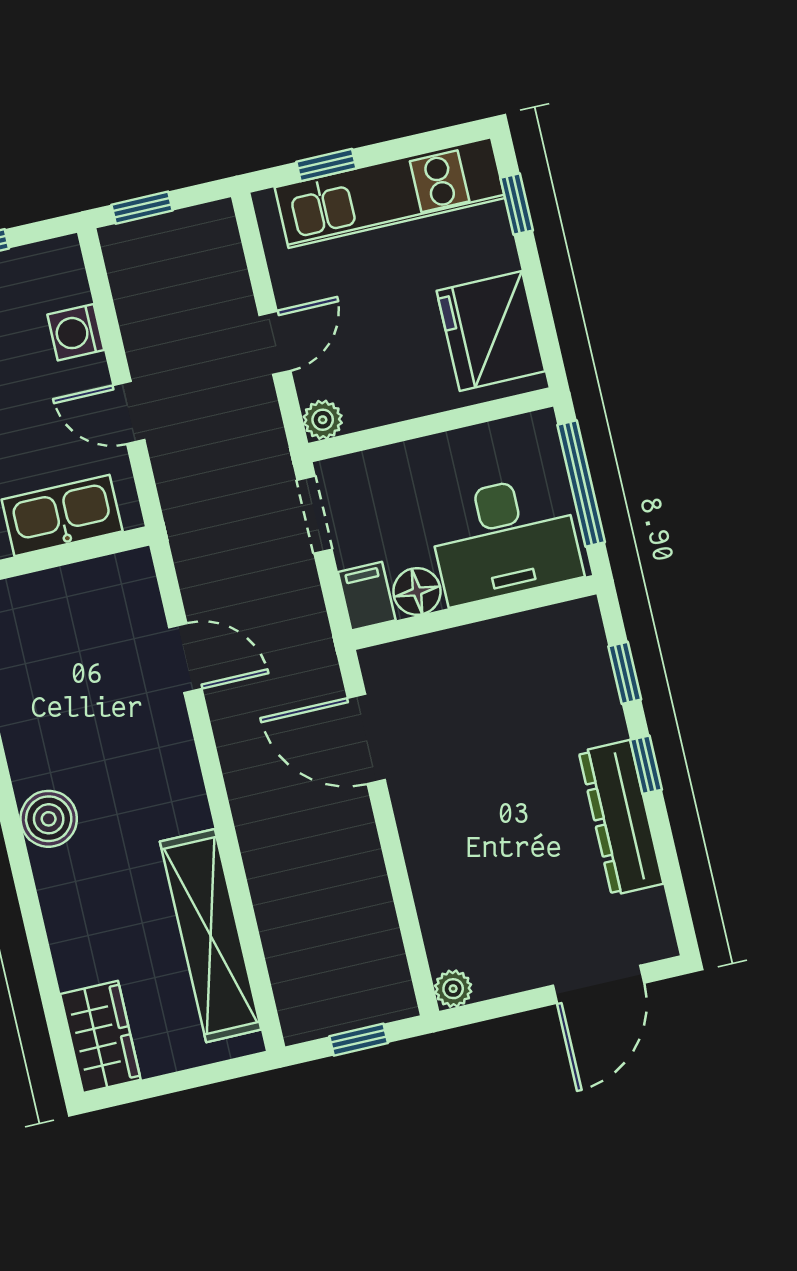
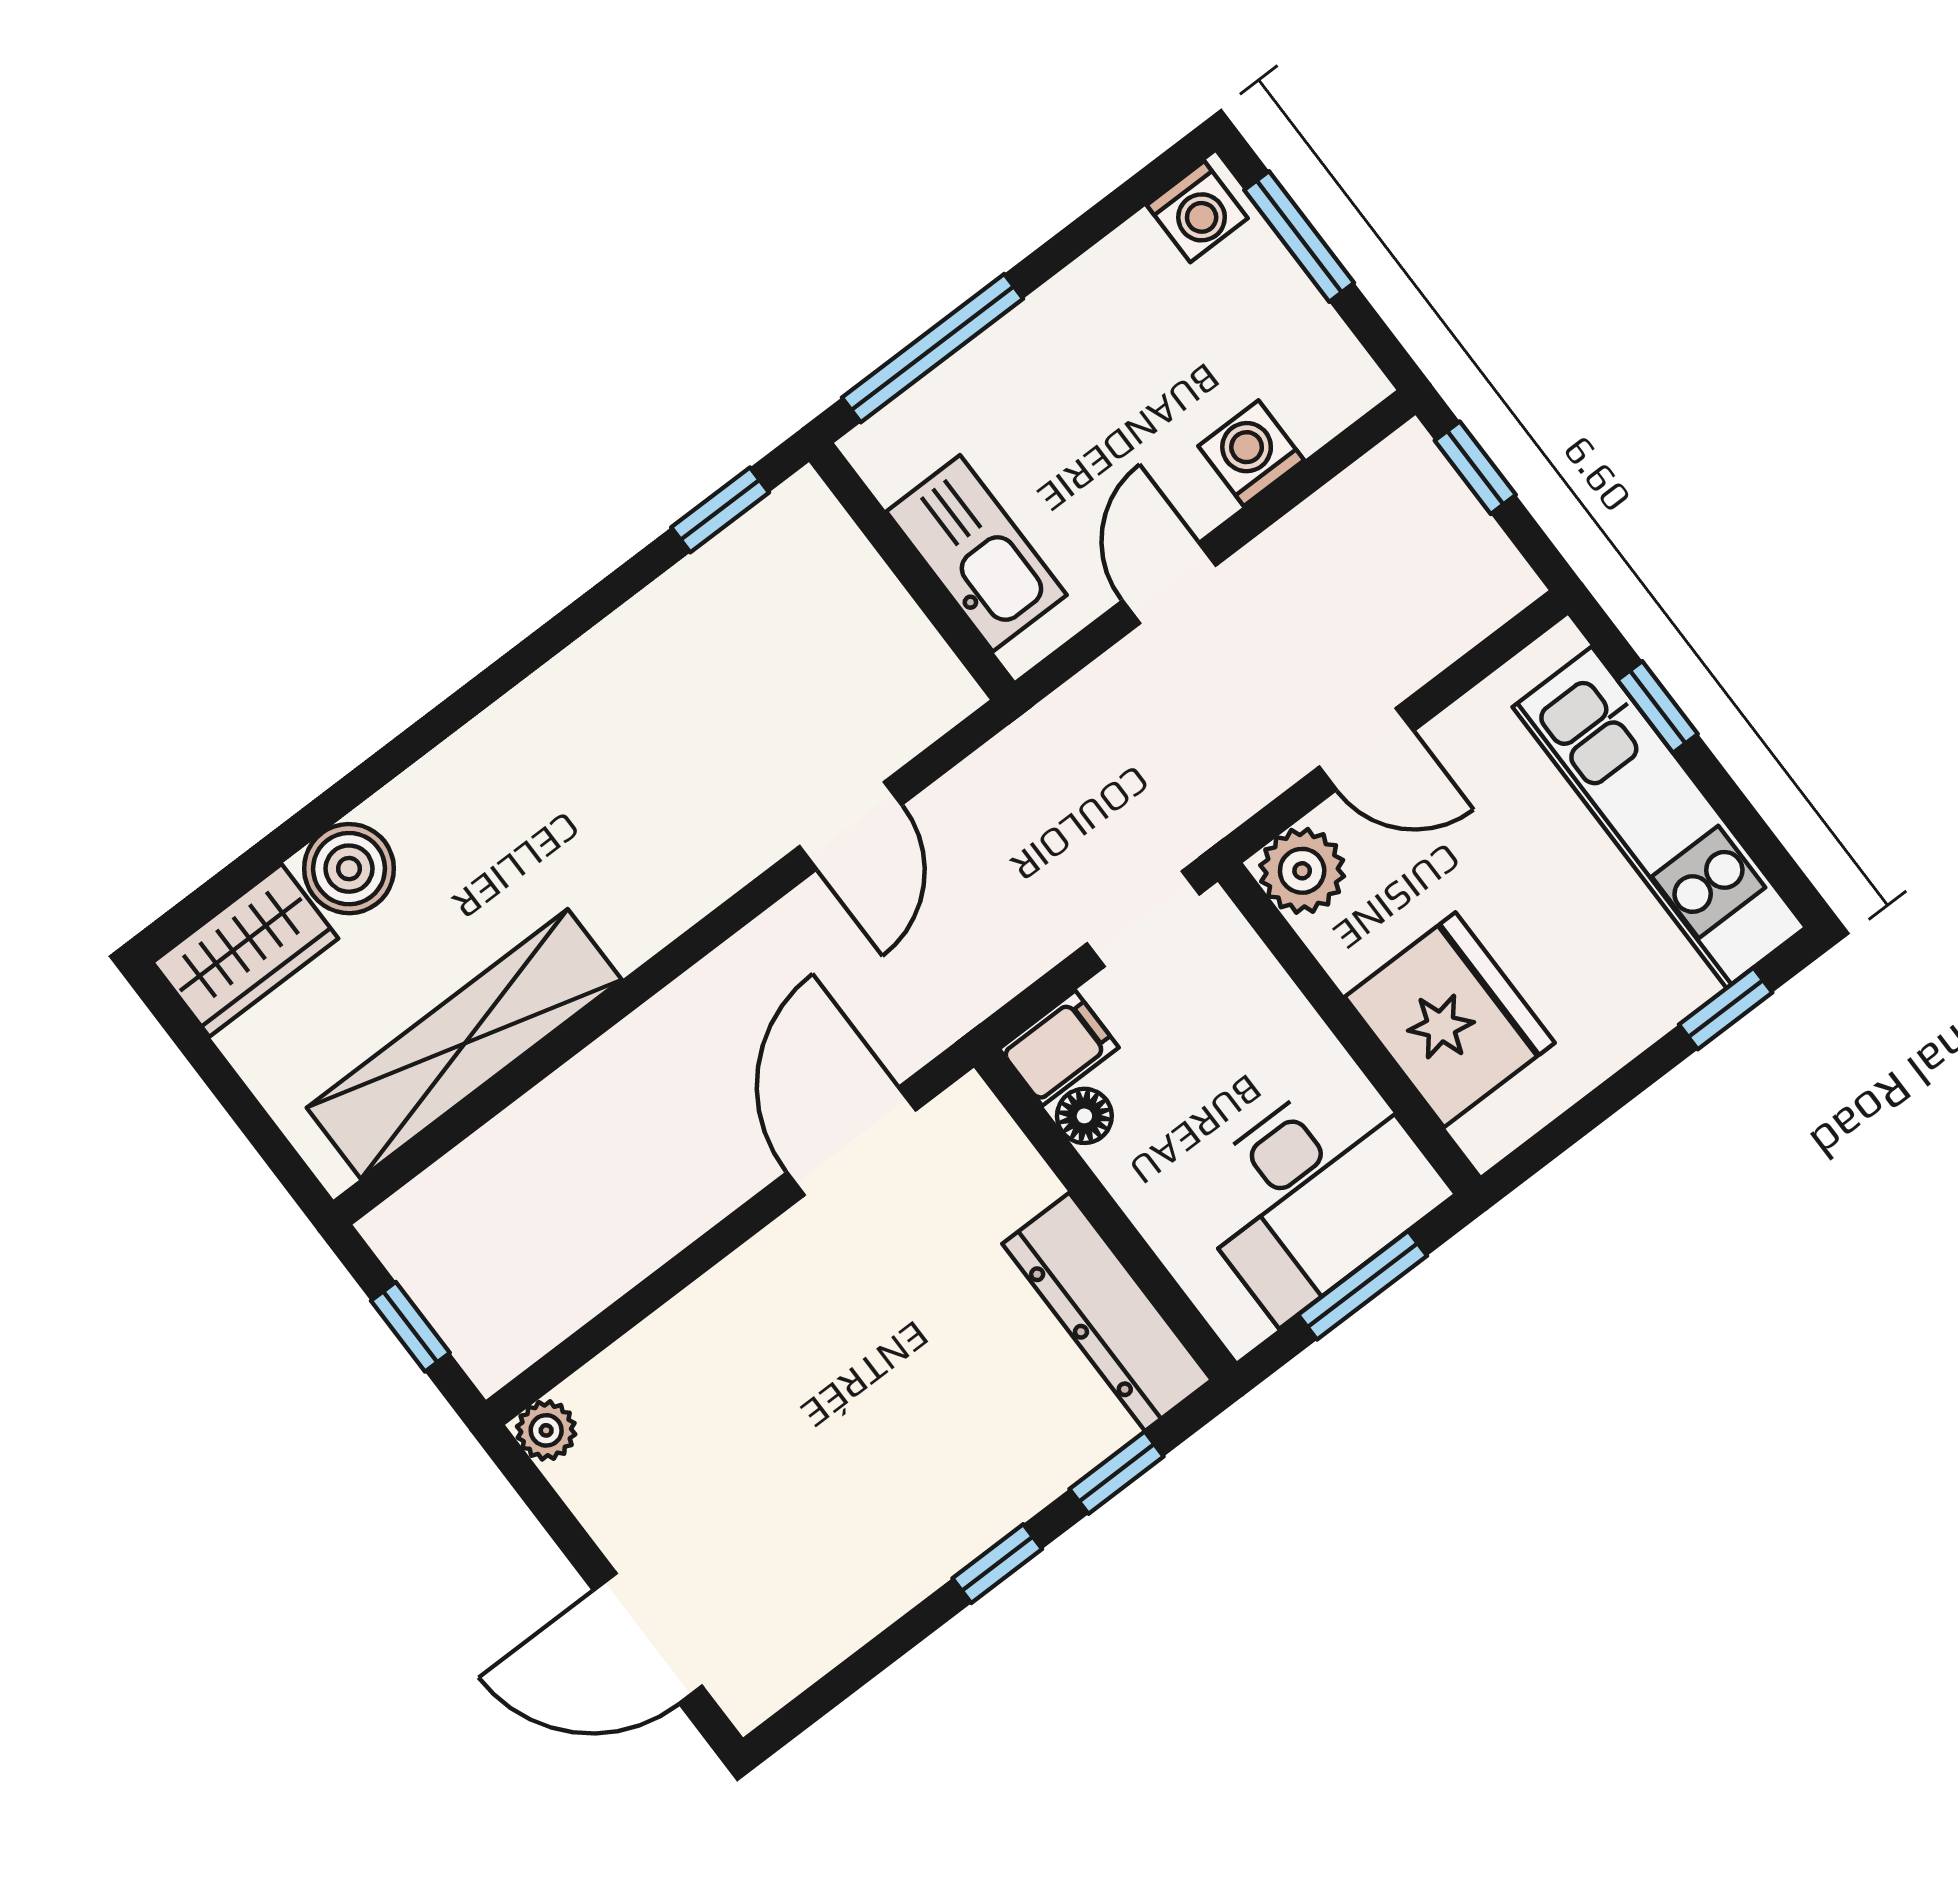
fridge: (491, 331) -> (1450, 1020), moved, turned 90
plant: (323, 420) -> (1302, 871), width x1.38, depth x1.38
window: (581, 484) -> (1363, 1285), width x0.69
desk: (505, 539) -> (1315, 1192), moved, turned -90
floor lamp: (417, 591) -> (1084, 1116), width x0.73, depth x0.73
dresser: (621, 818) -> (1107, 1312), moved, turned -90
boiler: (49, 819) -> (349, 869), moved

